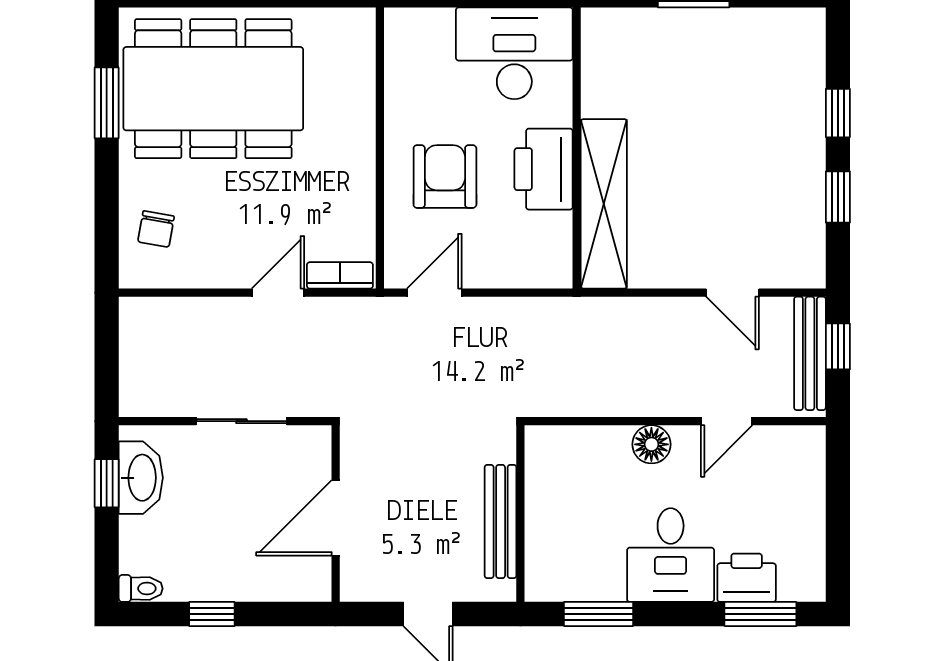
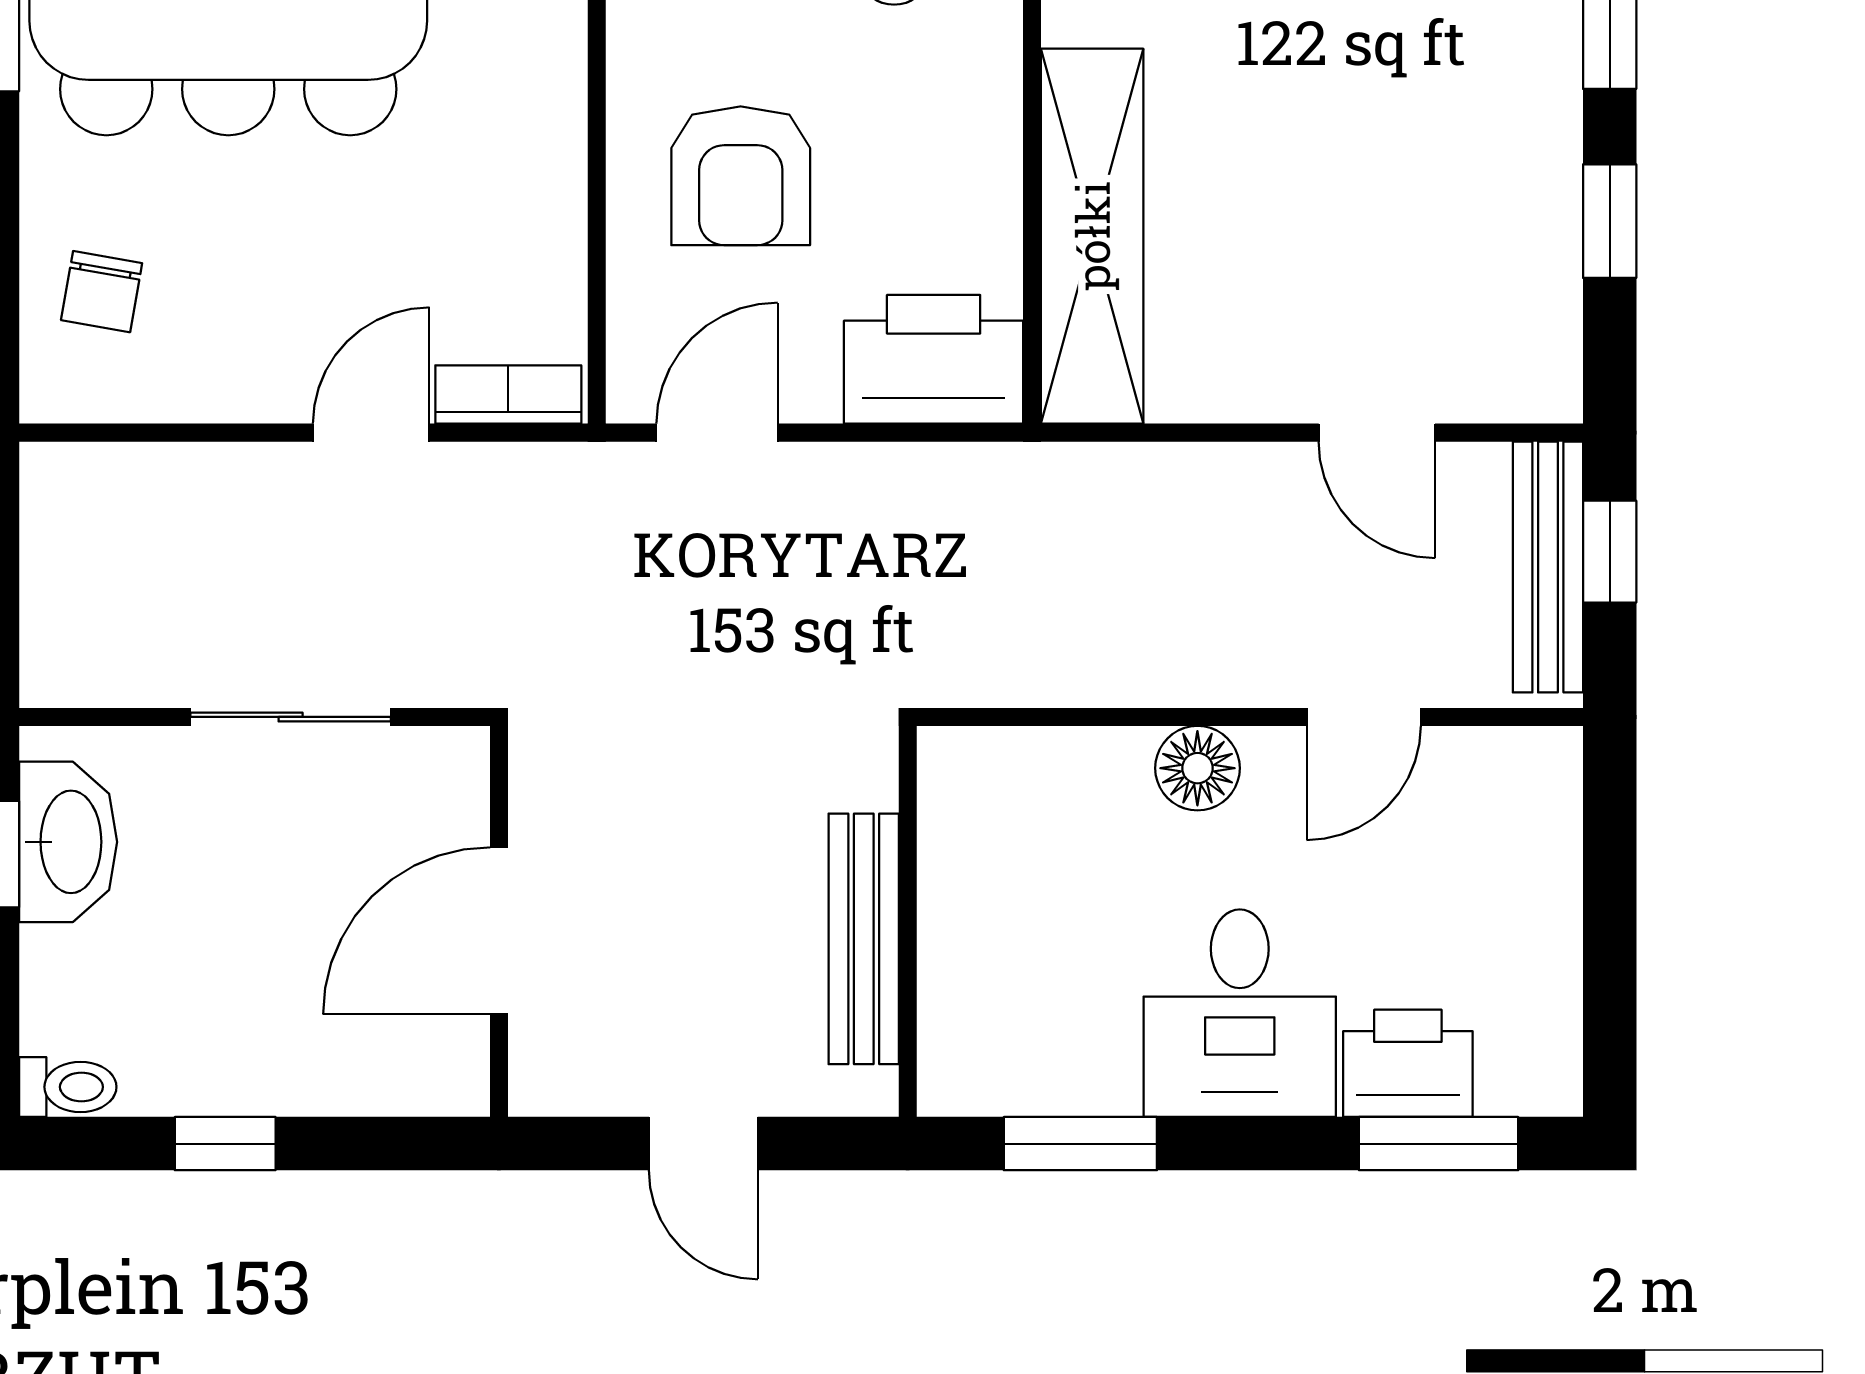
printer: (544, 169) -> (934, 359), moved, turned 90
armchair: (445, 177) -> (741, 176), turned 180

